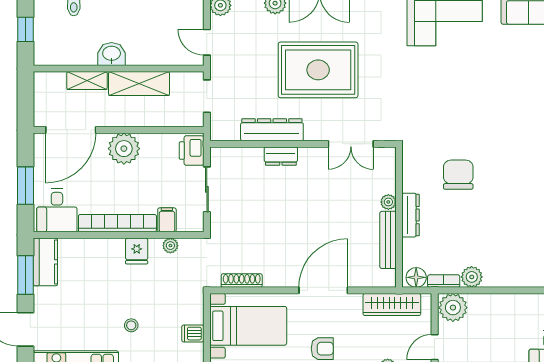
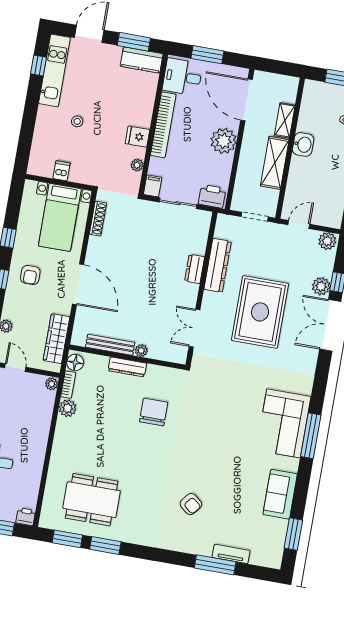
chair: (458, 175) -> (154, 412), turned -90
filing cabinet: (167, 220) -> (153, 186), moved, turned -90
plant: (453, 308) -> (52, 384), width x0.53, depth x0.53

